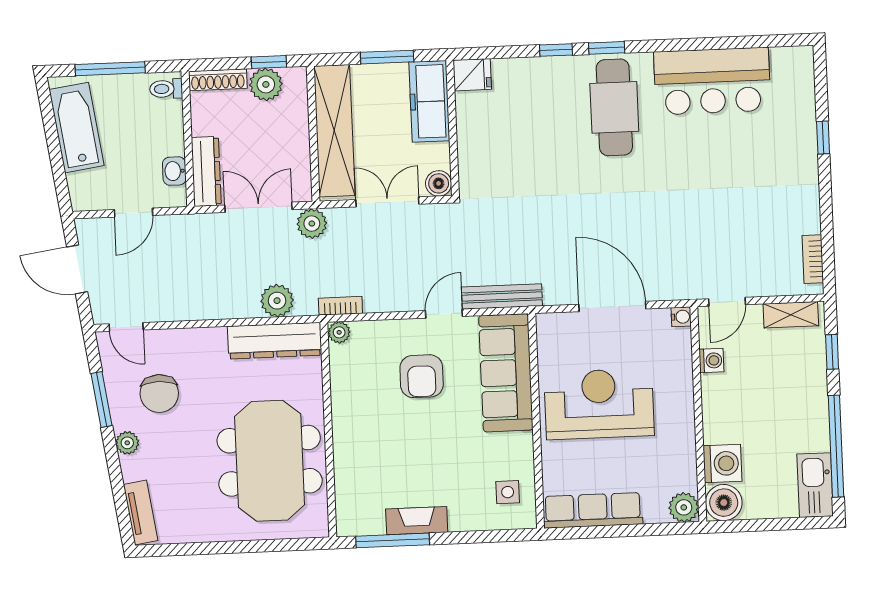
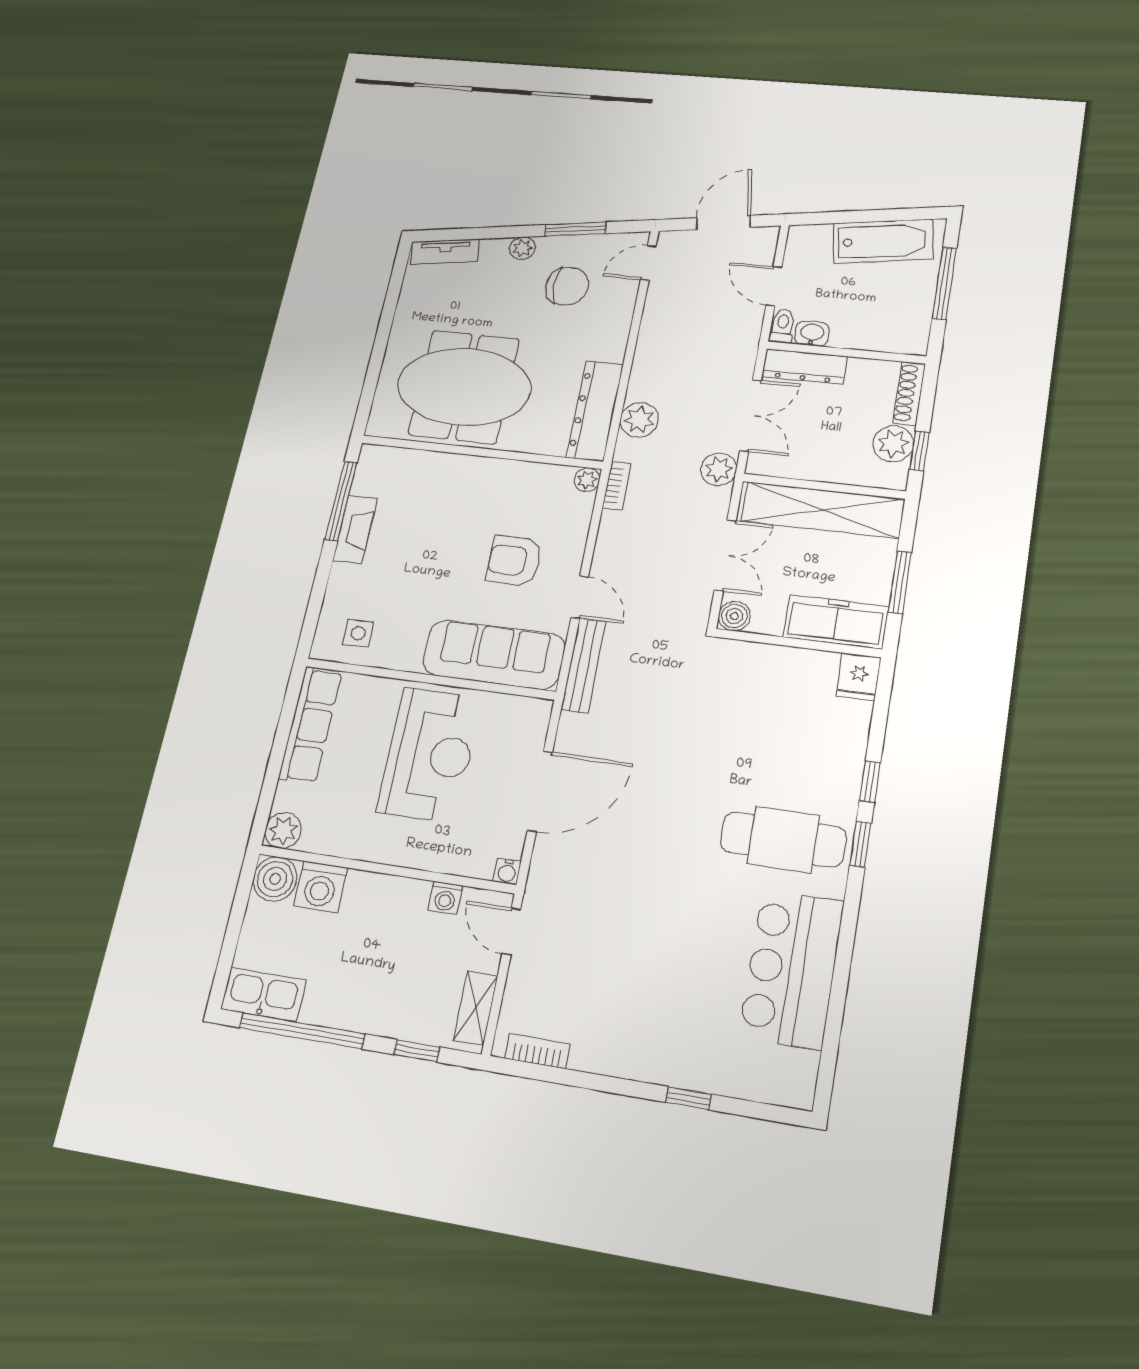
toilet: (166, 89) -> (782, 326), moved
chair: (159, 393) -> (567, 286), turned 180

